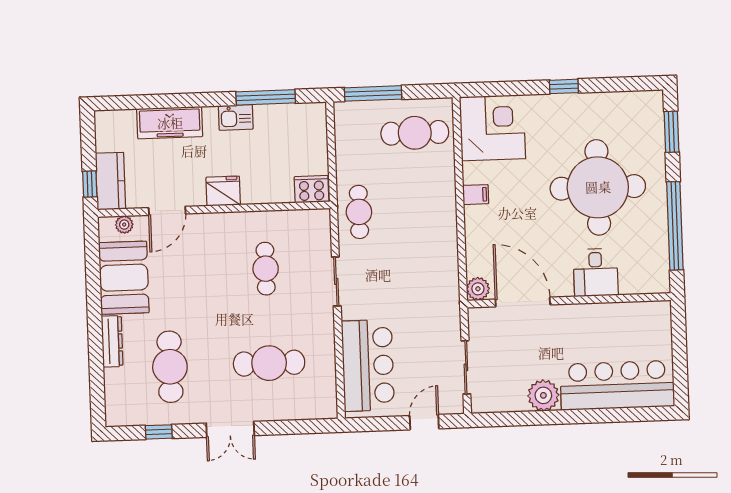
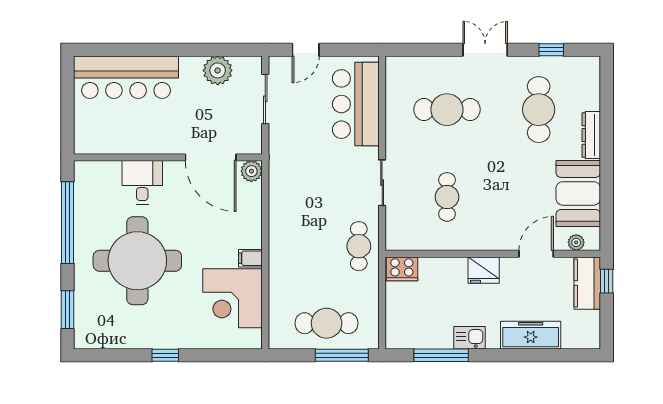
corner desk: (493, 128) -> (233, 298), moved
cafe table: (415, 133) -> (327, 323), moved
plant: (543, 395) -> (218, 70), moved

